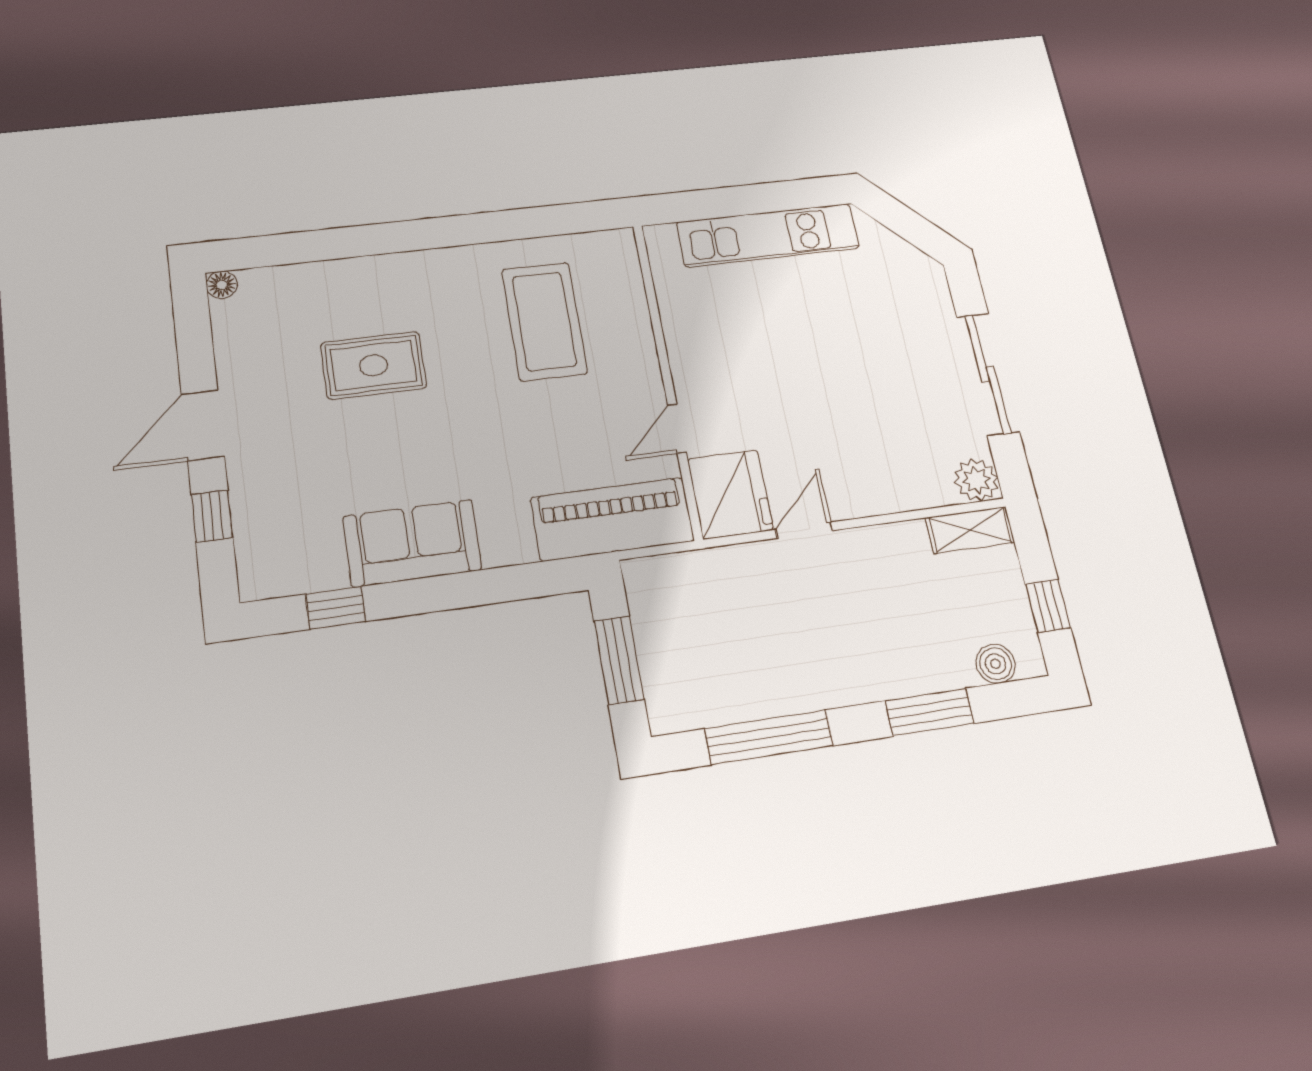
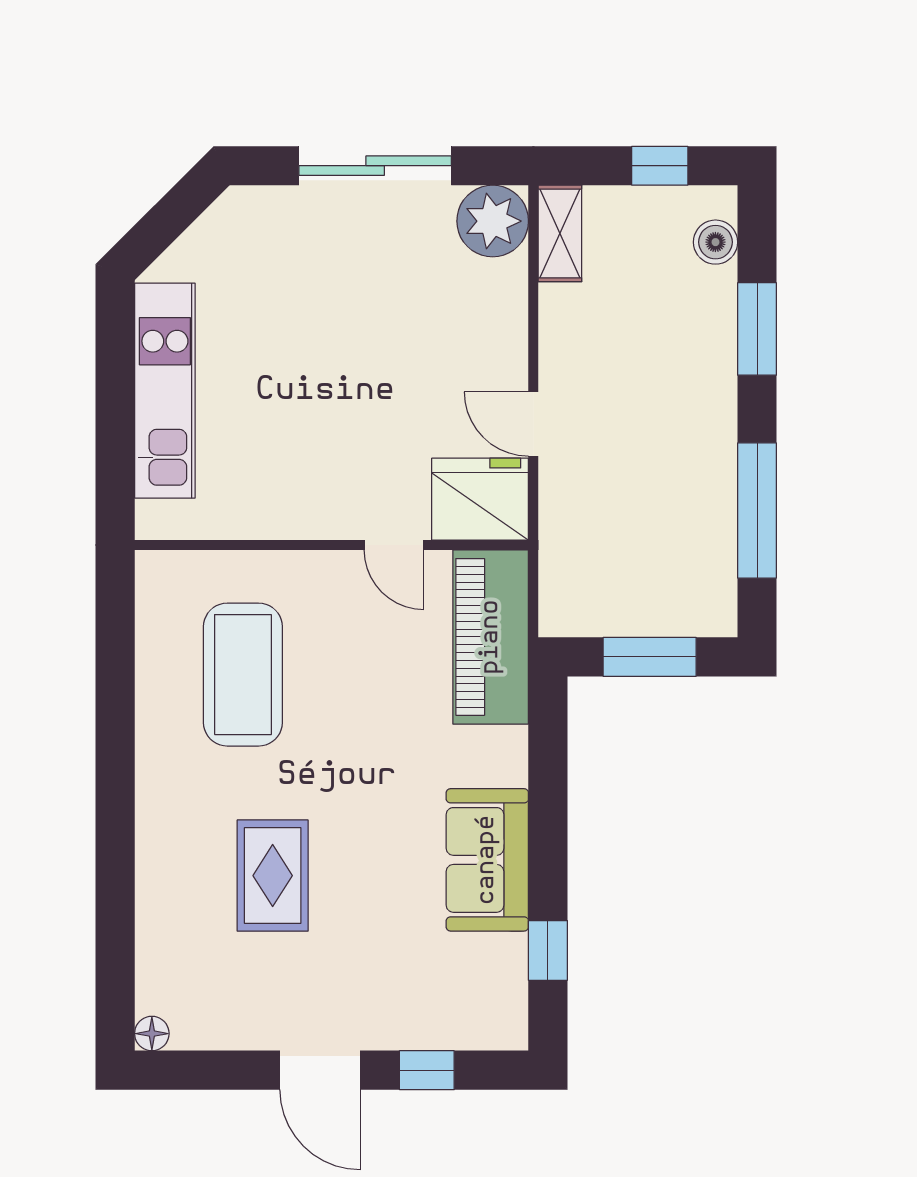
coffee table: (544, 321) -> (243, 675), turned 90
plant: (976, 480) -> (493, 221), width x1.36, depth x1.36

